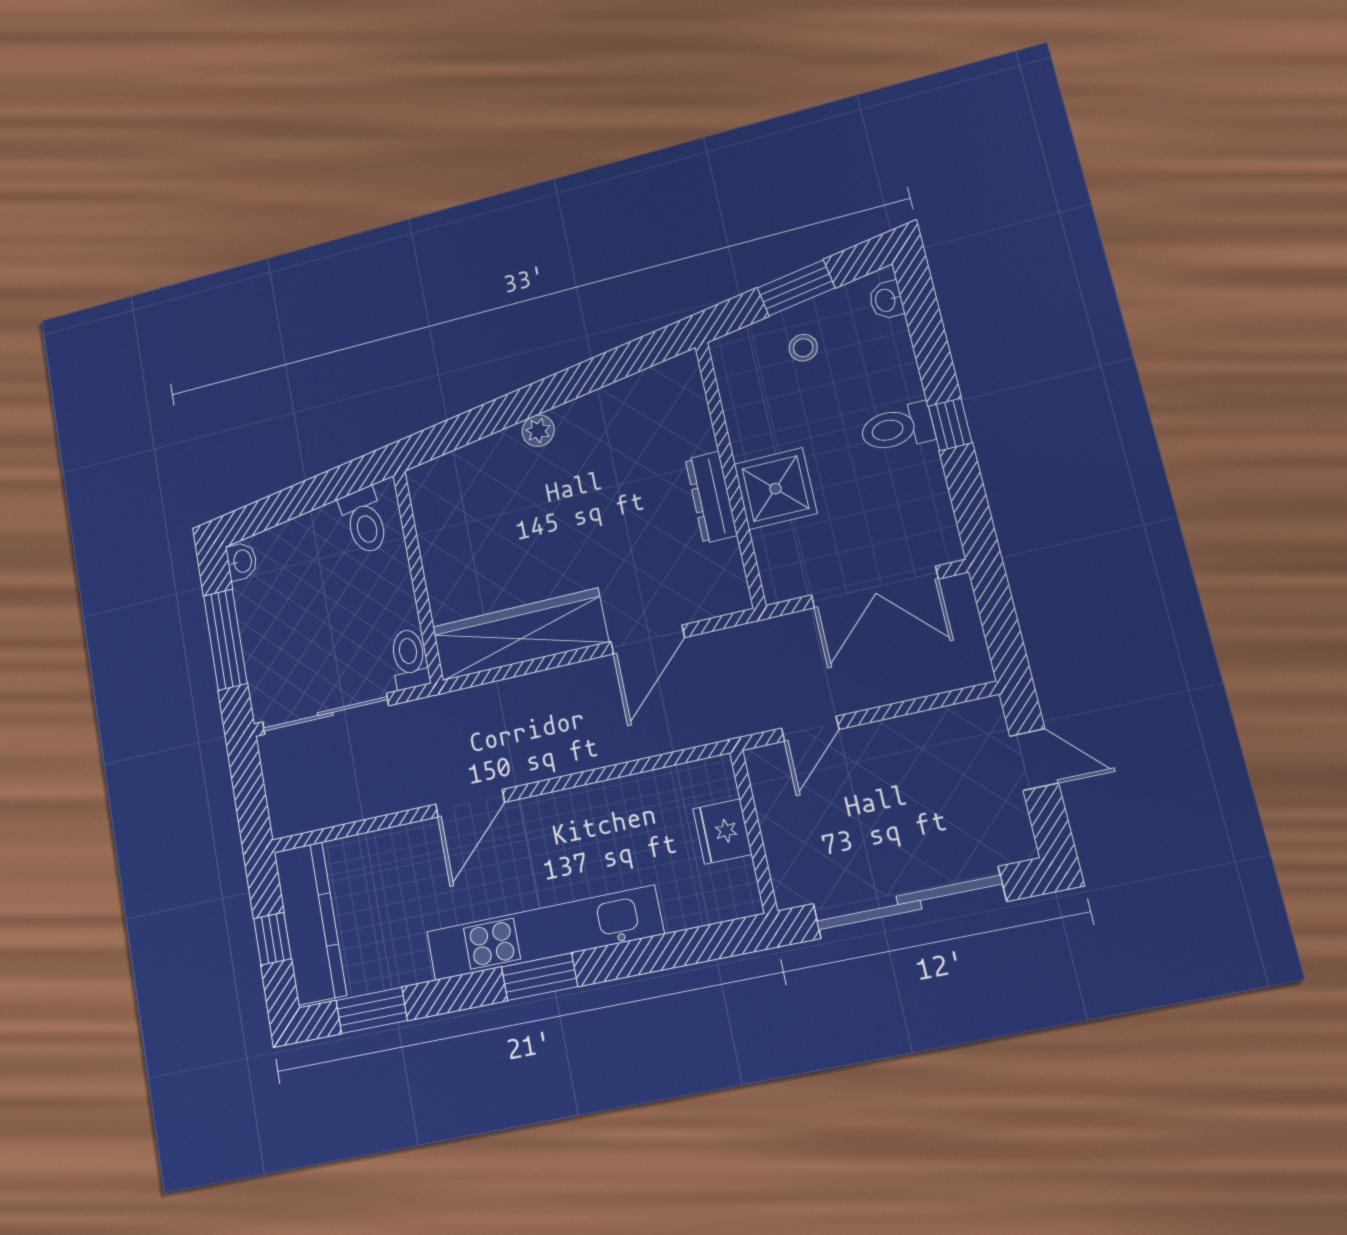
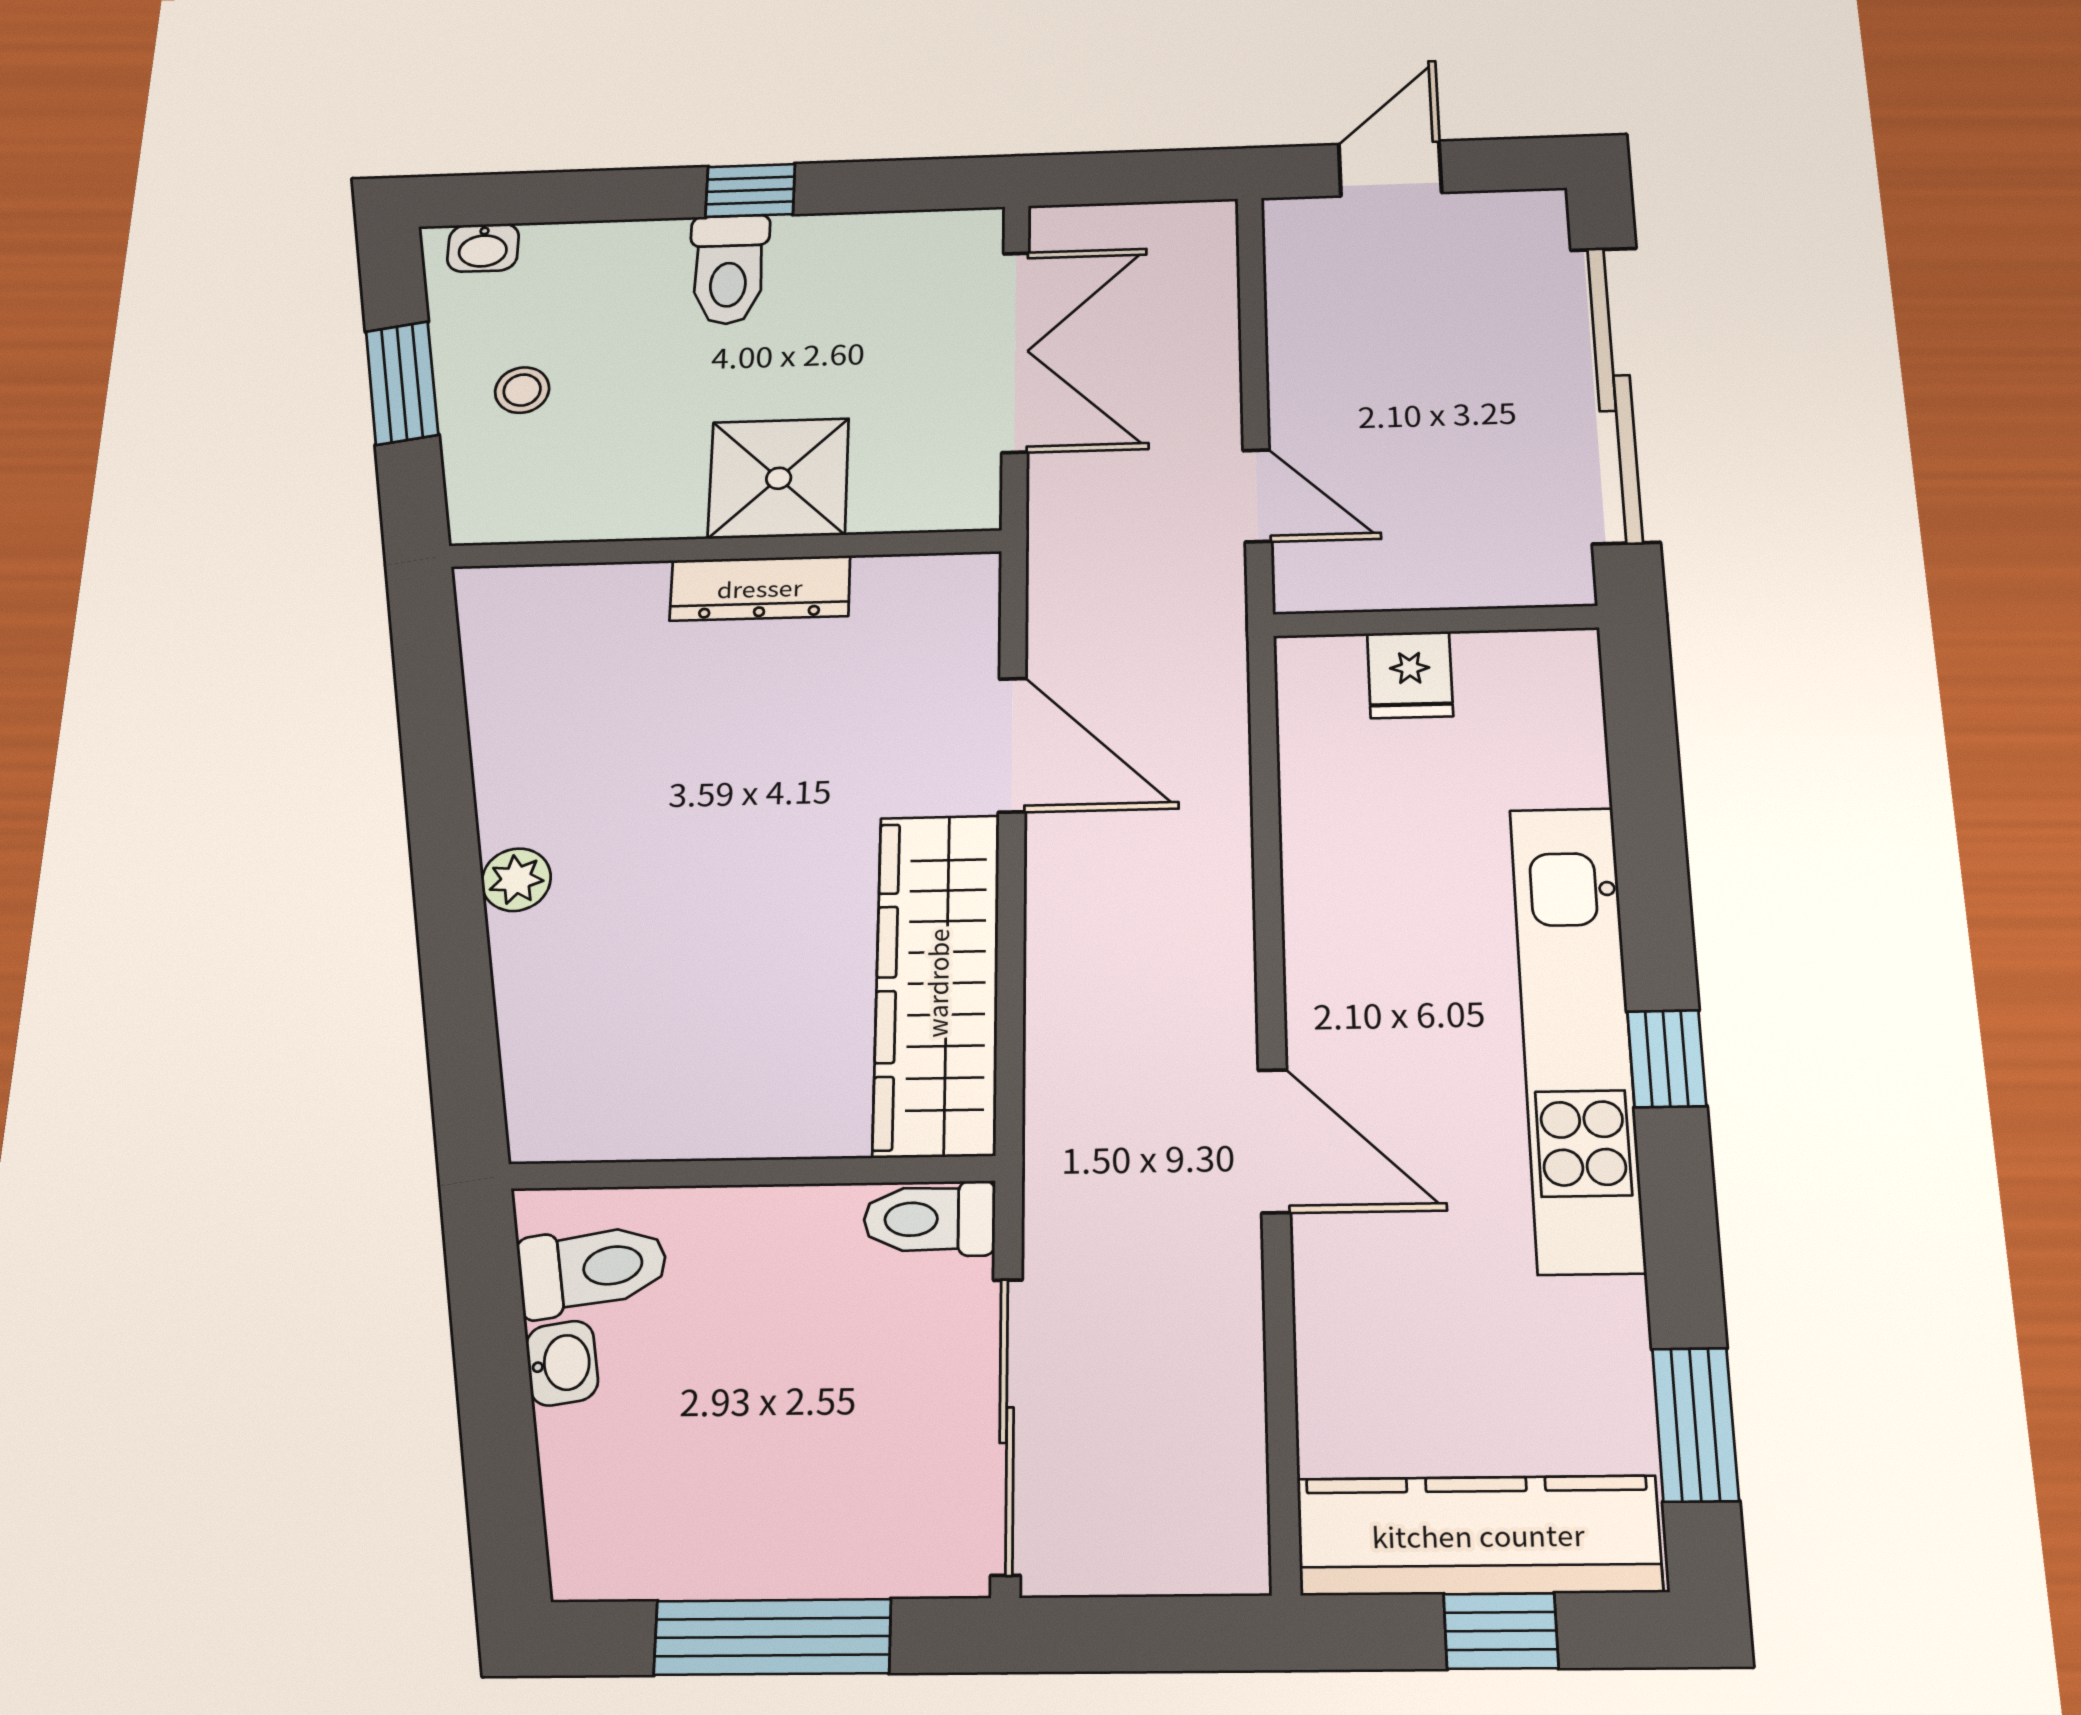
washbasin: (242, 561) -> (562, 1363), moved, turned 81
fridge: (722, 832) -> (1410, 675), width x0.72
window: (540, 977) -> (1667, 1059), width x0.67

